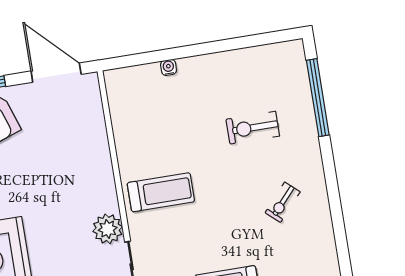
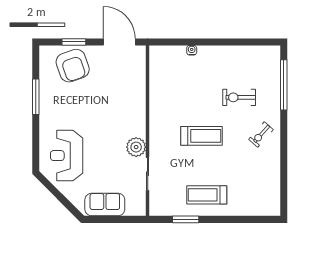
treadmill: (161, 192) -> (202, 136), moved
exercise bike: (283, 202) -> (261, 135), moved

